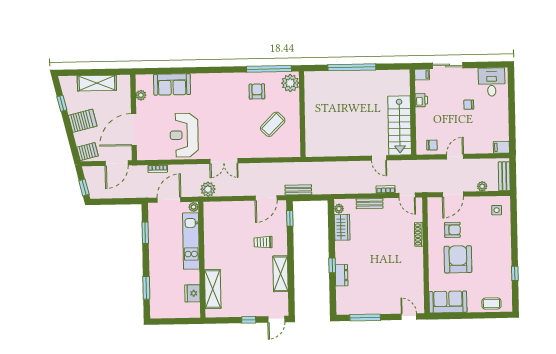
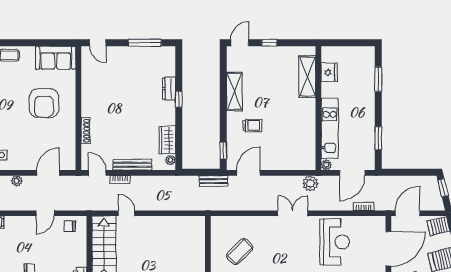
bench: (370, 204) -> (132, 165), width x1.36
armchair: (452, 230) -> (49, 135), removed

